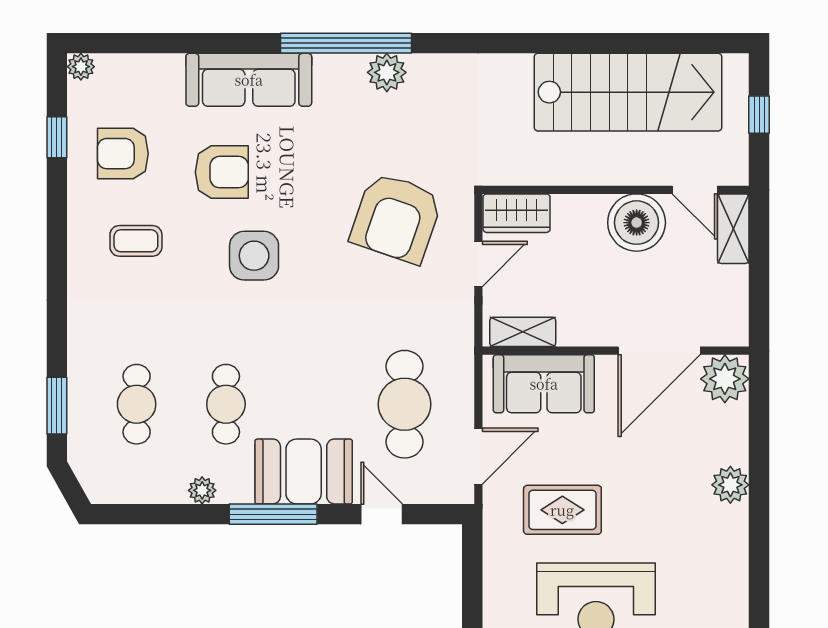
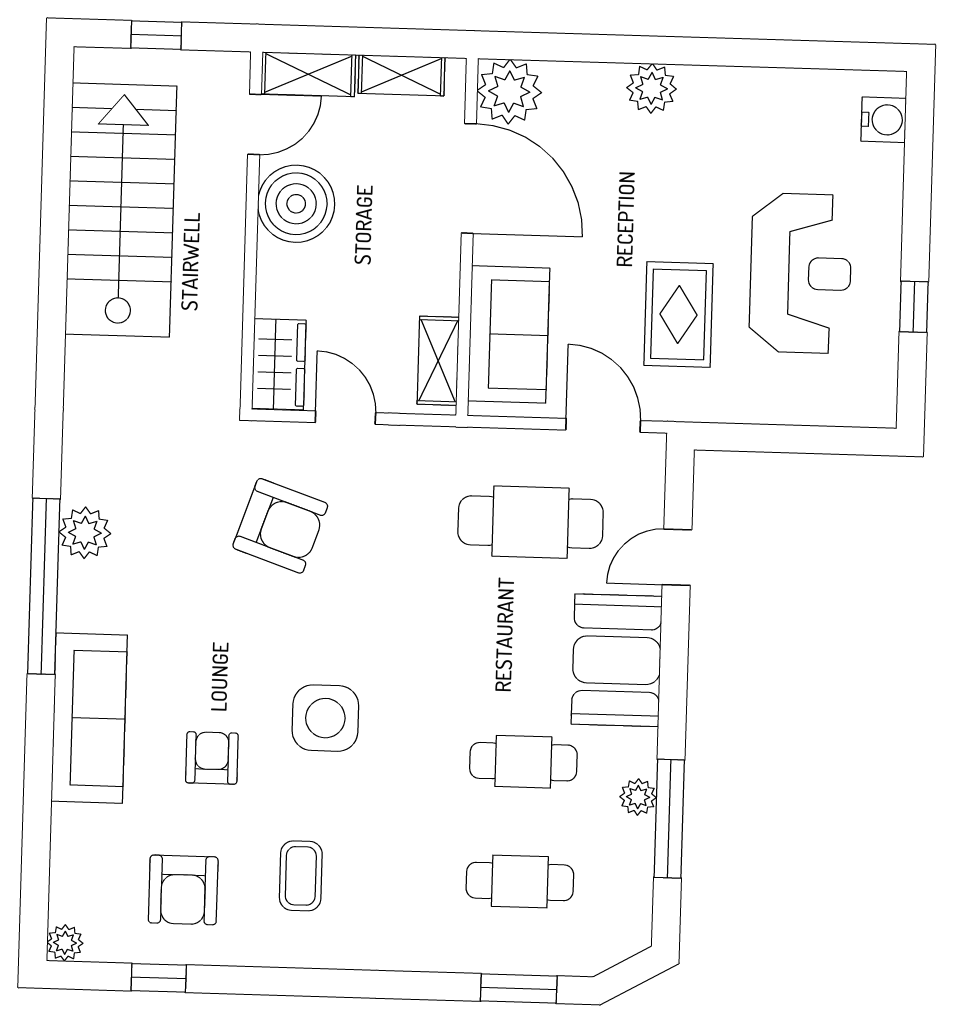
armchair: (222, 172) -> (212, 758), width x0.72, depth x0.72
armchair: (396, 218) -> (280, 526), width x0.73, depth x0.73
shelving: (735, 298) -> (402, 75), added
window: (273, 514) -> (669, 819), moved

